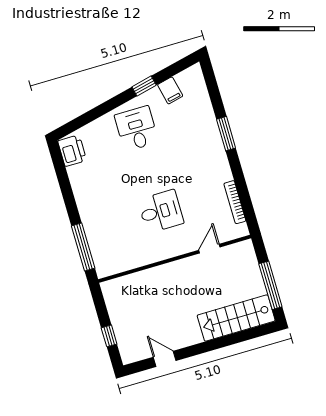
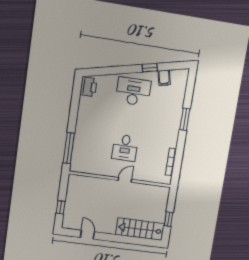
desk: (137, 129) -> (133, 92), width x1.37
desk: (161, 211) -> (125, 148), turned 90
door: (209, 249) -> (125, 180), moved
window: (270, 285) -> (169, 219), width x0.46

